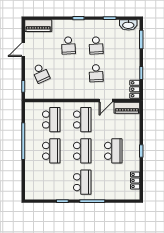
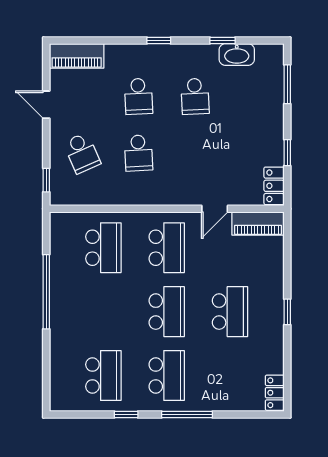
washbasin: (128, 25) -> (237, 55), moved
door: (23, 50) -> (46, 105), hinge flipped
school desk: (96, 73) -> (138, 153), moved
school desk: (51, 151) -> (103, 376), moved
locker: (135, 180) -> (275, 393), moved

